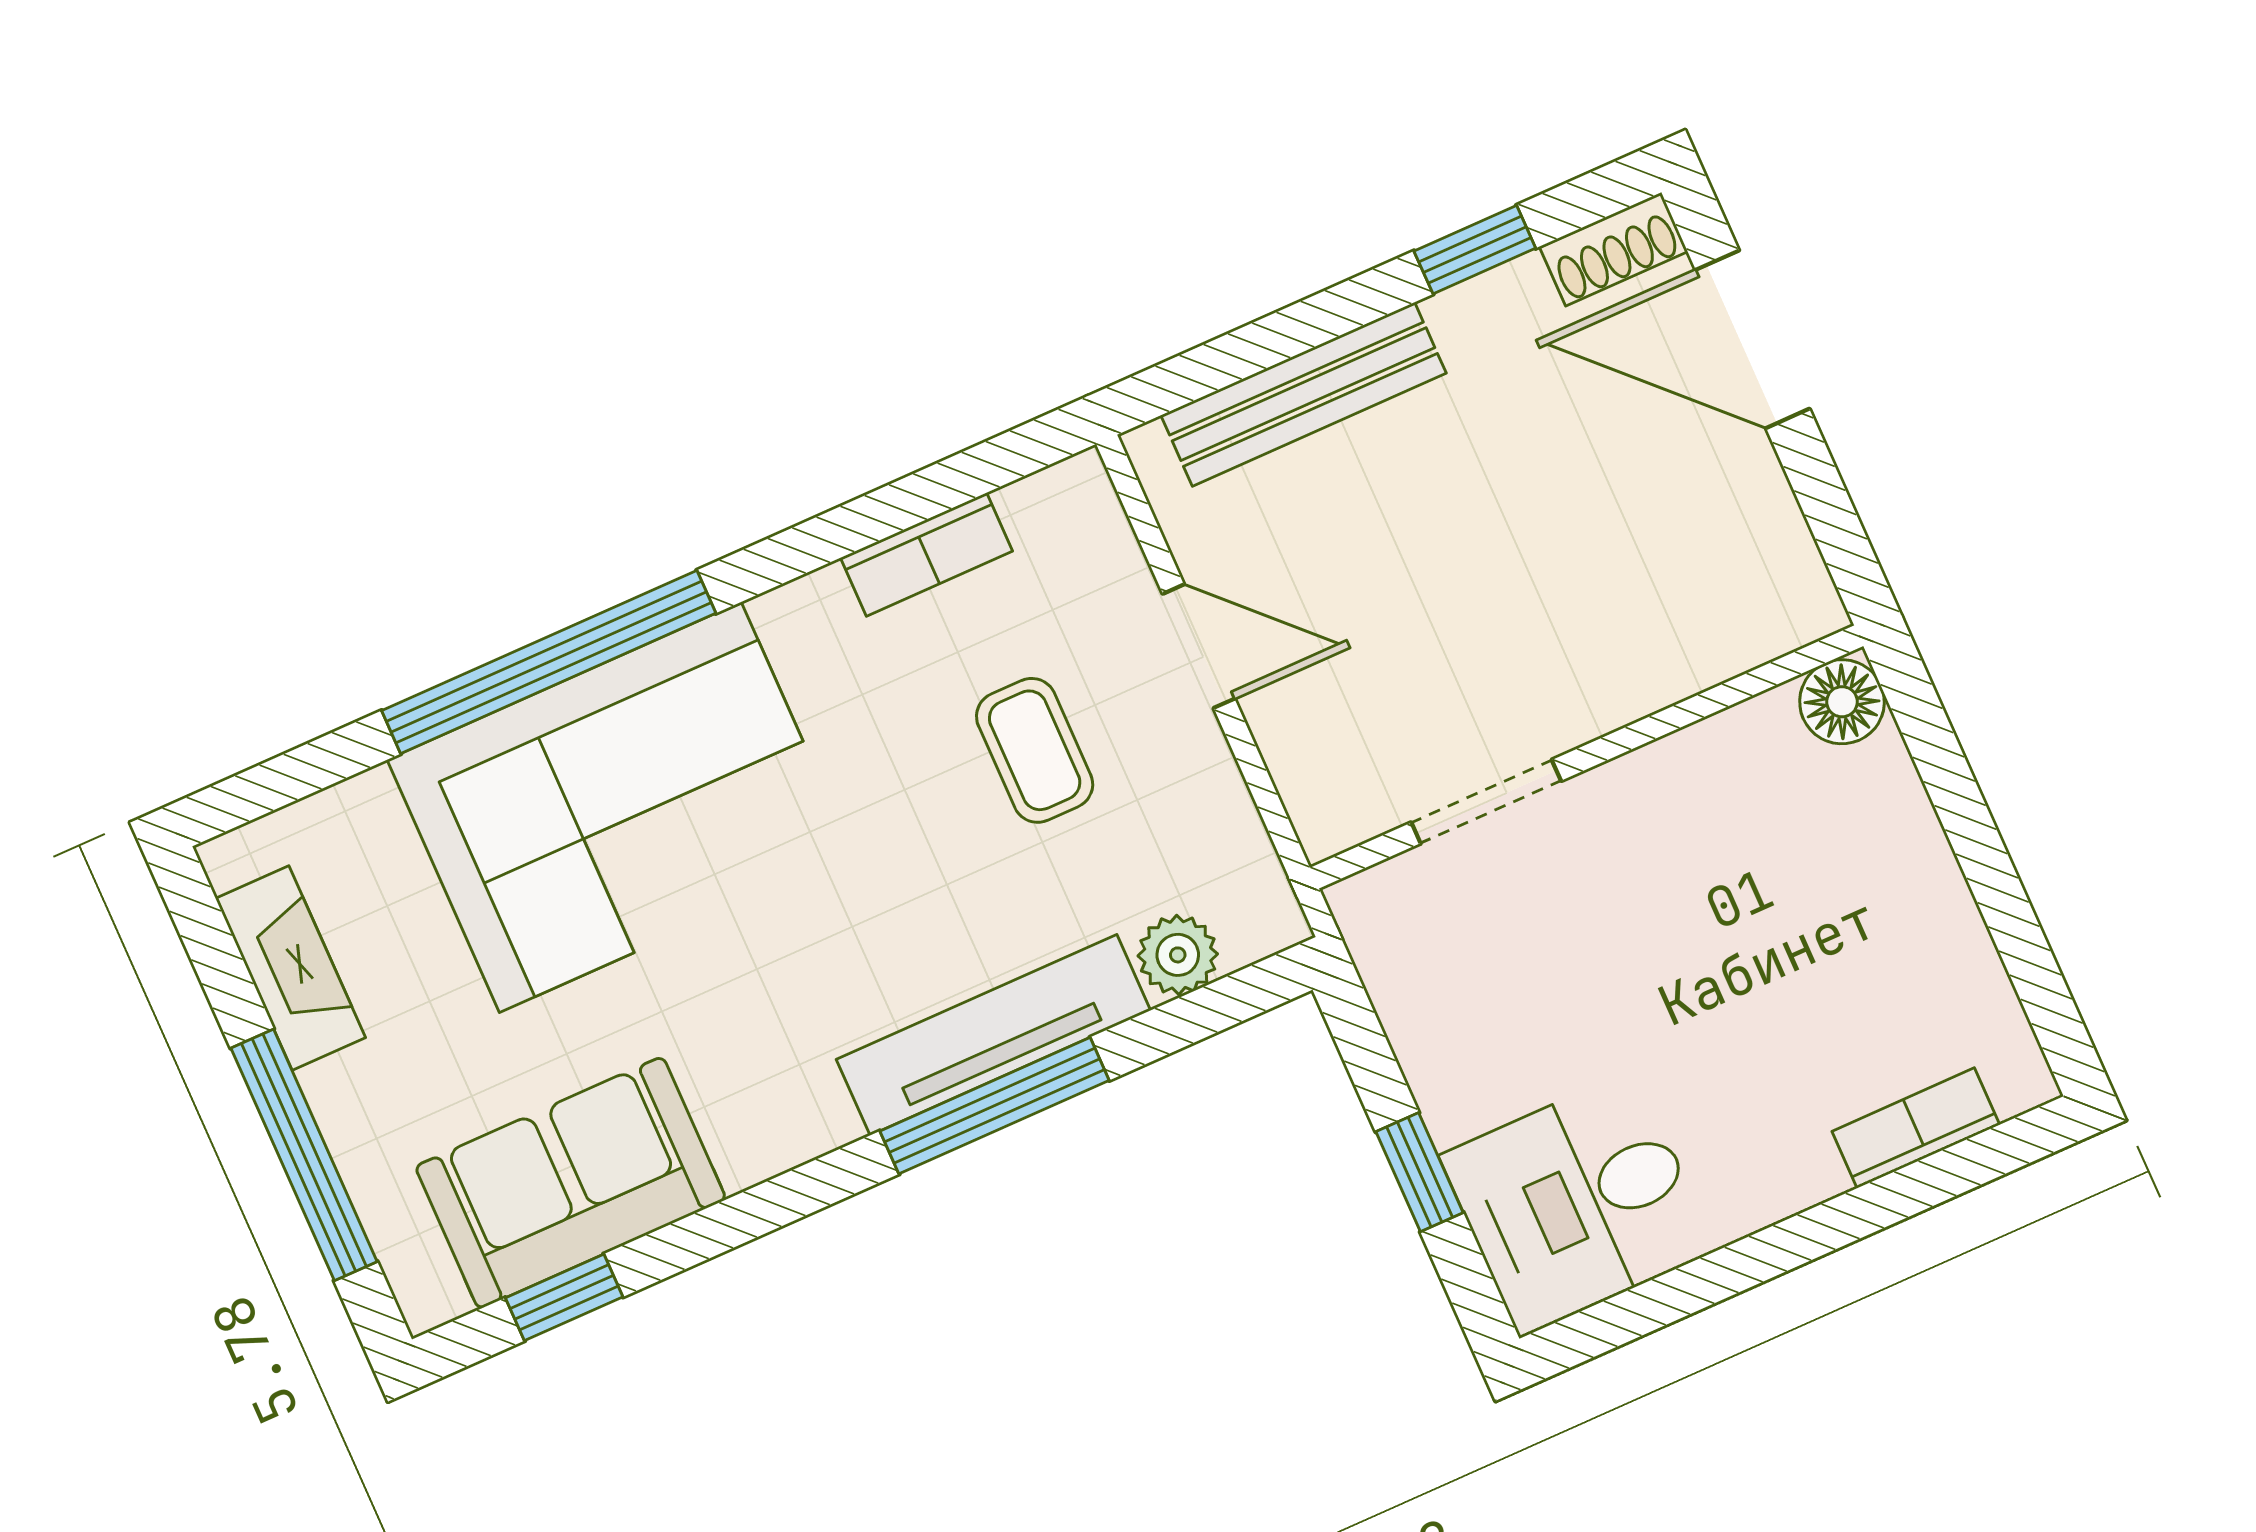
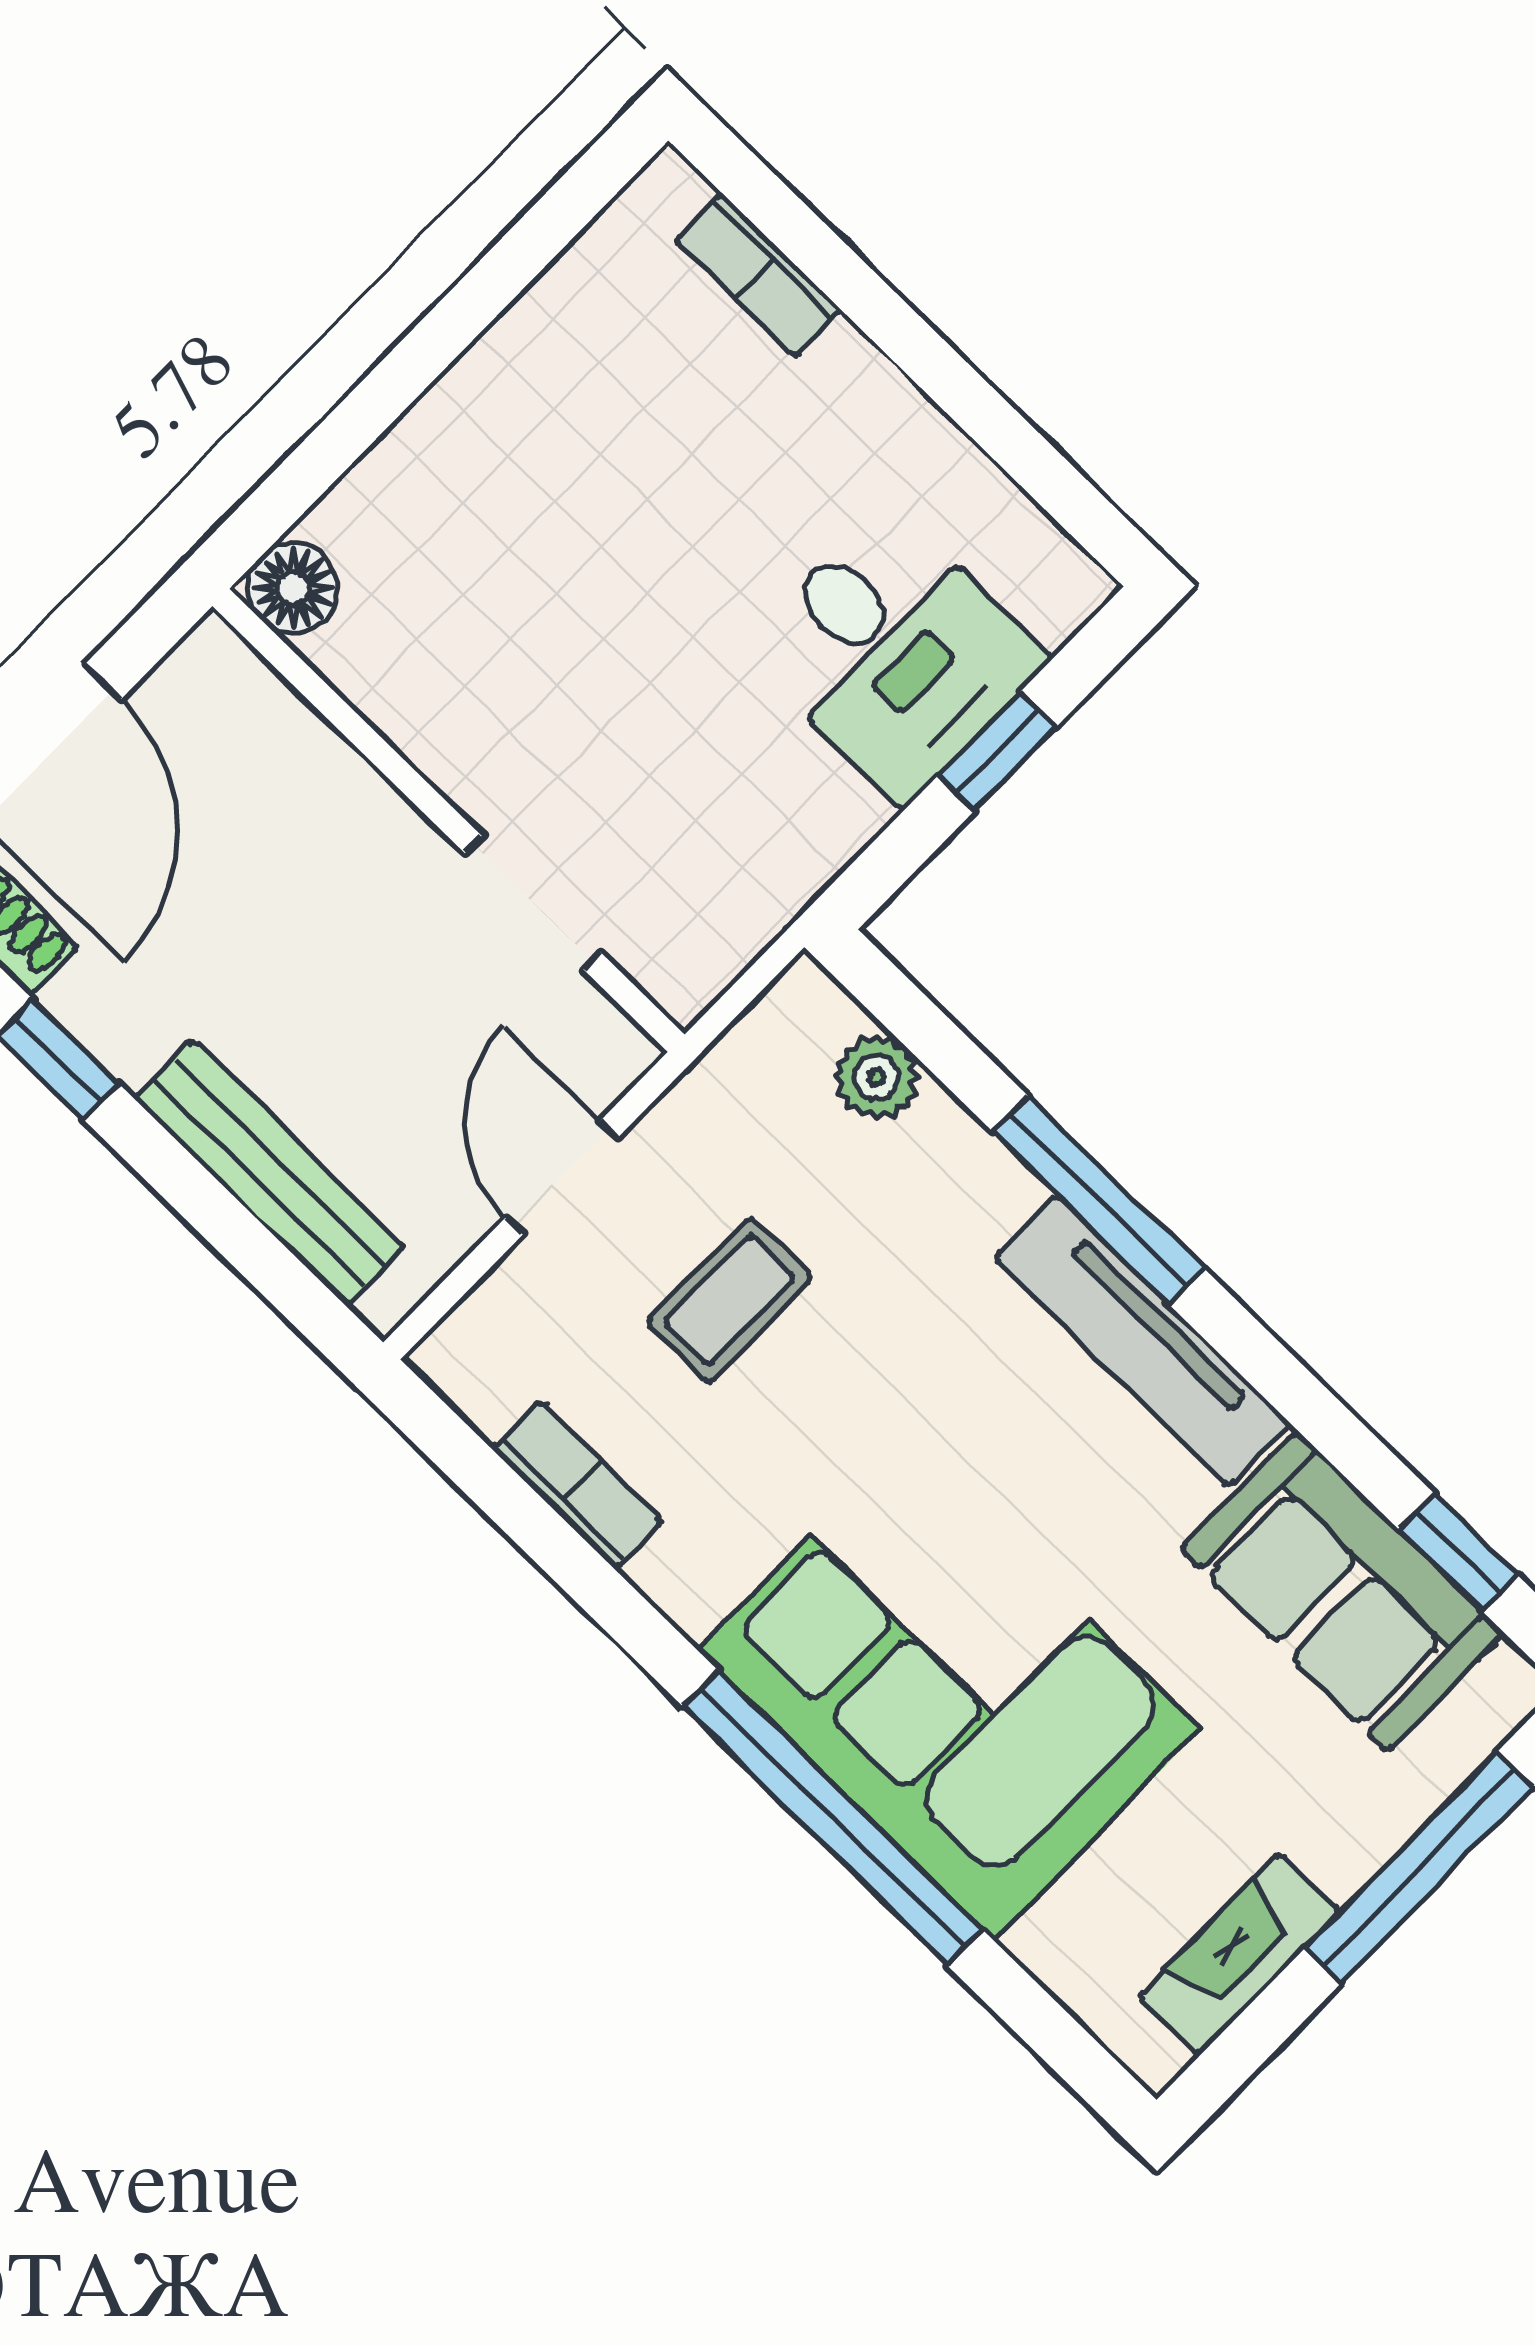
floor lamp: (1842, 702) -> (293, 588), moved
wall: (1587, 757) -> (448, 820), moved
doorway: (1486, 802) -> (532, 902), moved
tv unit: (993, 1035) -> (1143, 1341), moved
desk: (1577, 1203) -> (895, 654), moved

